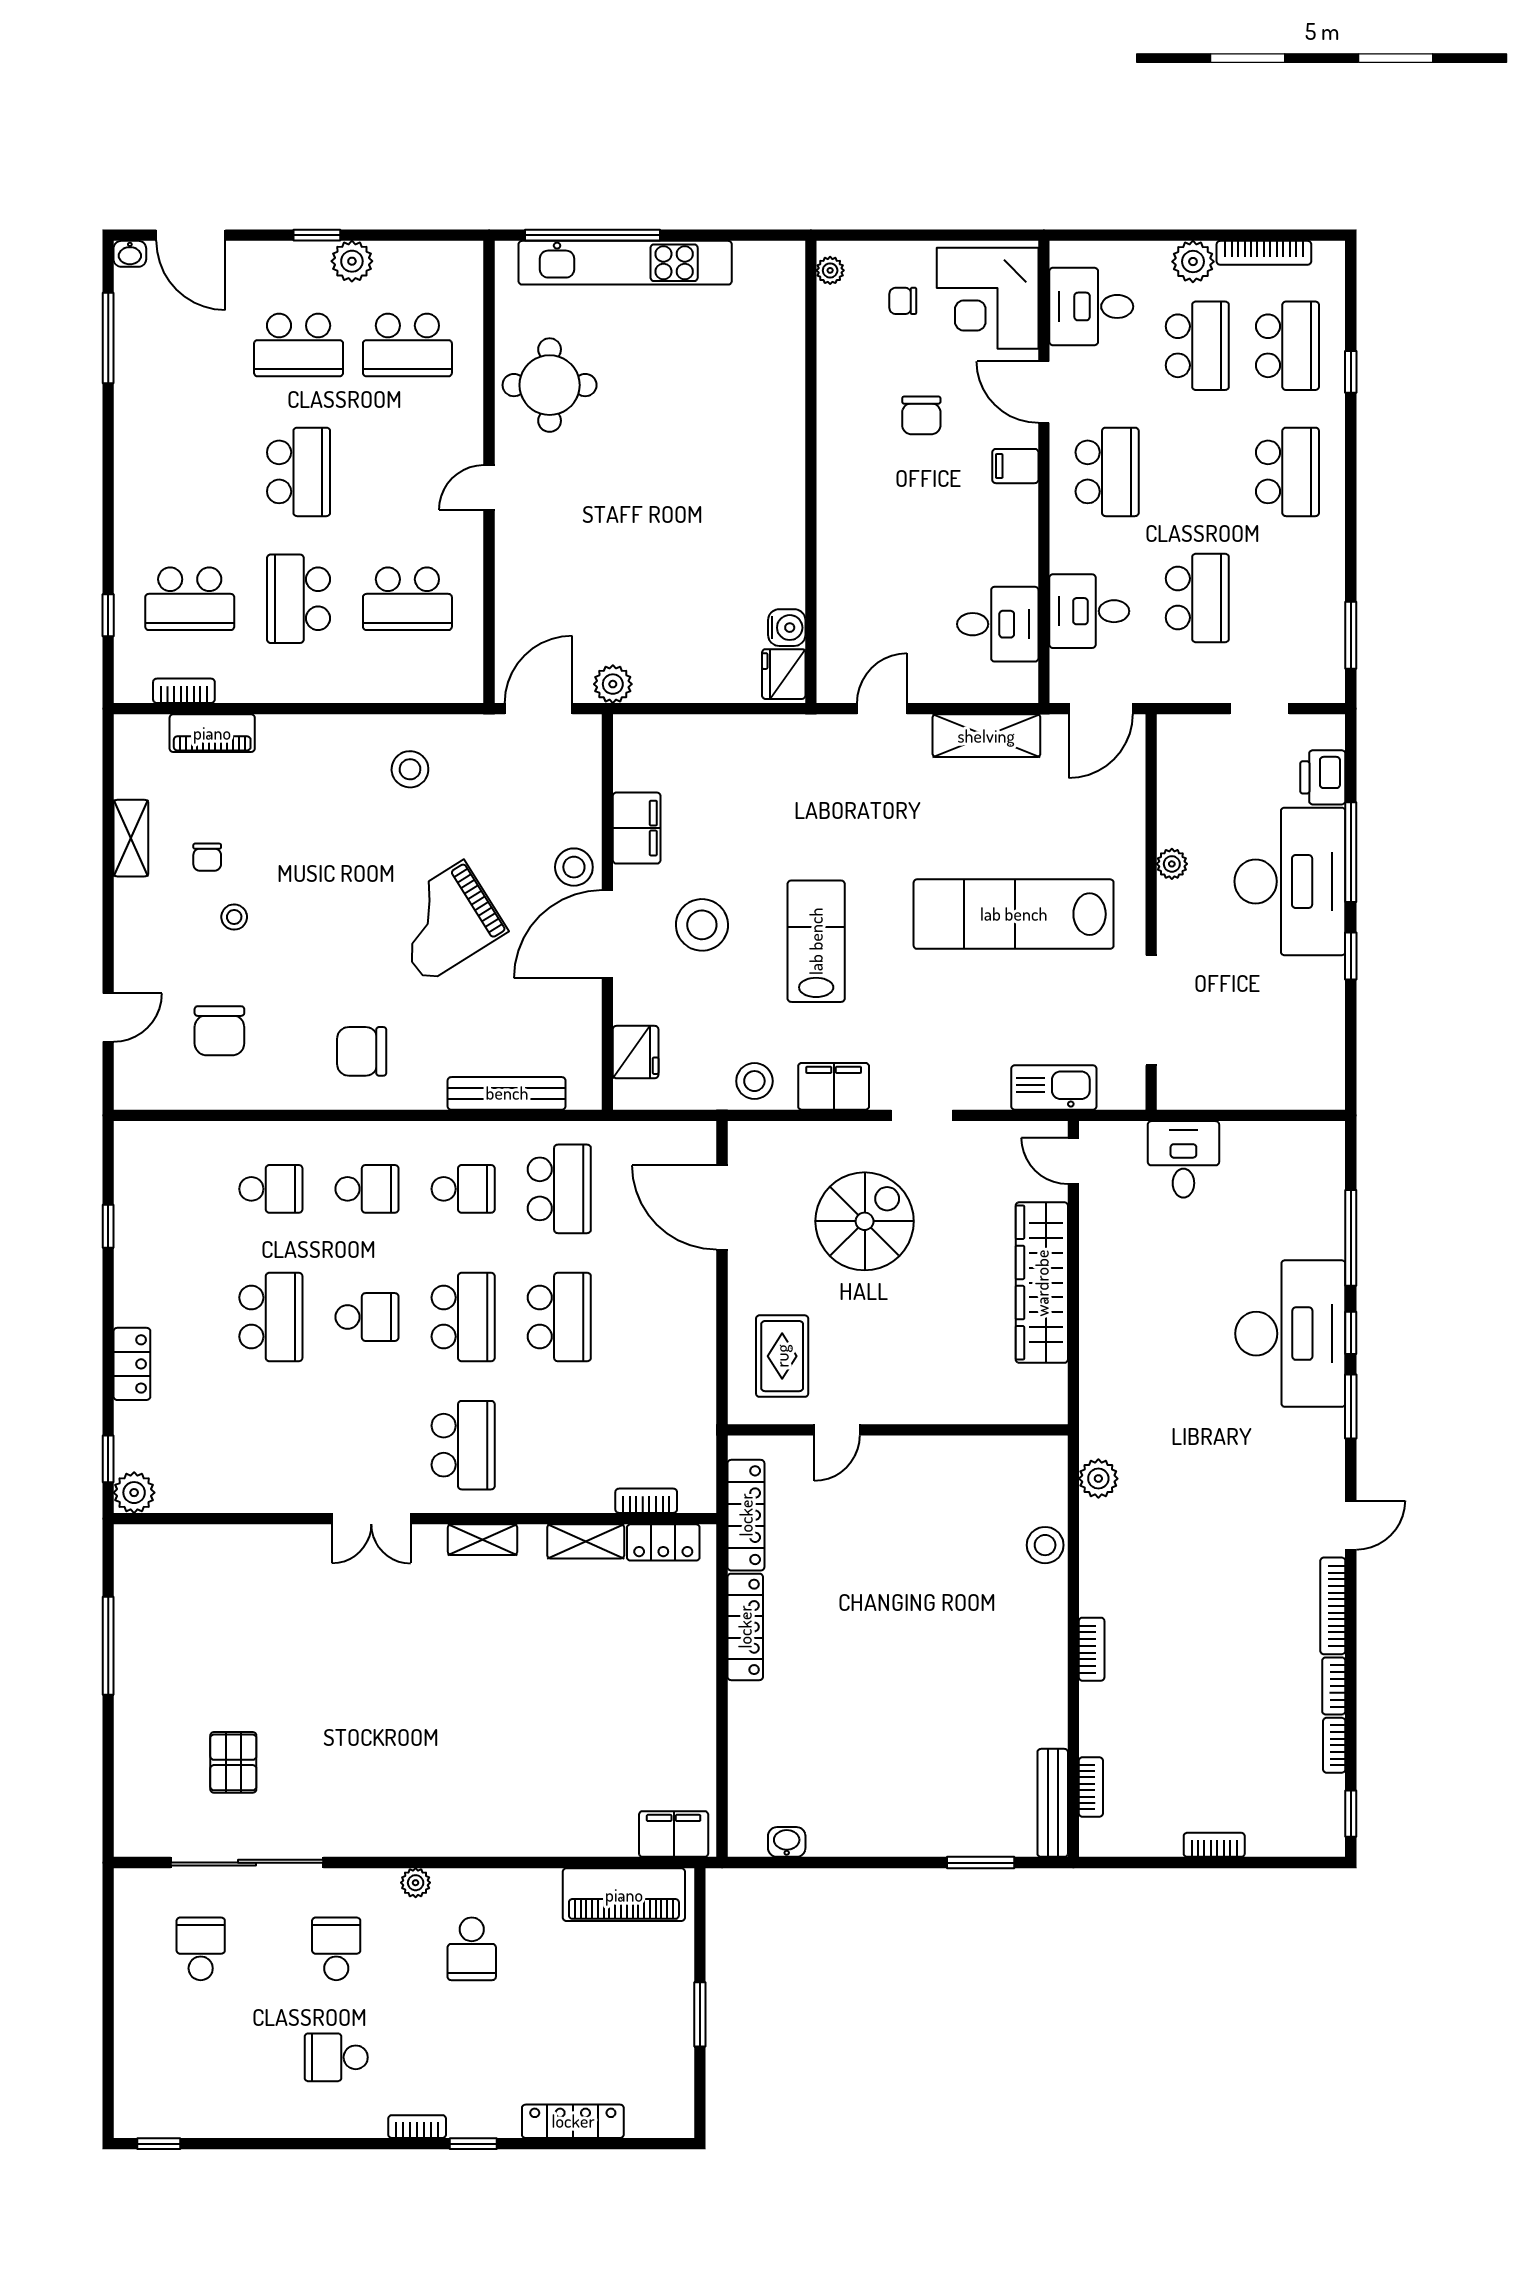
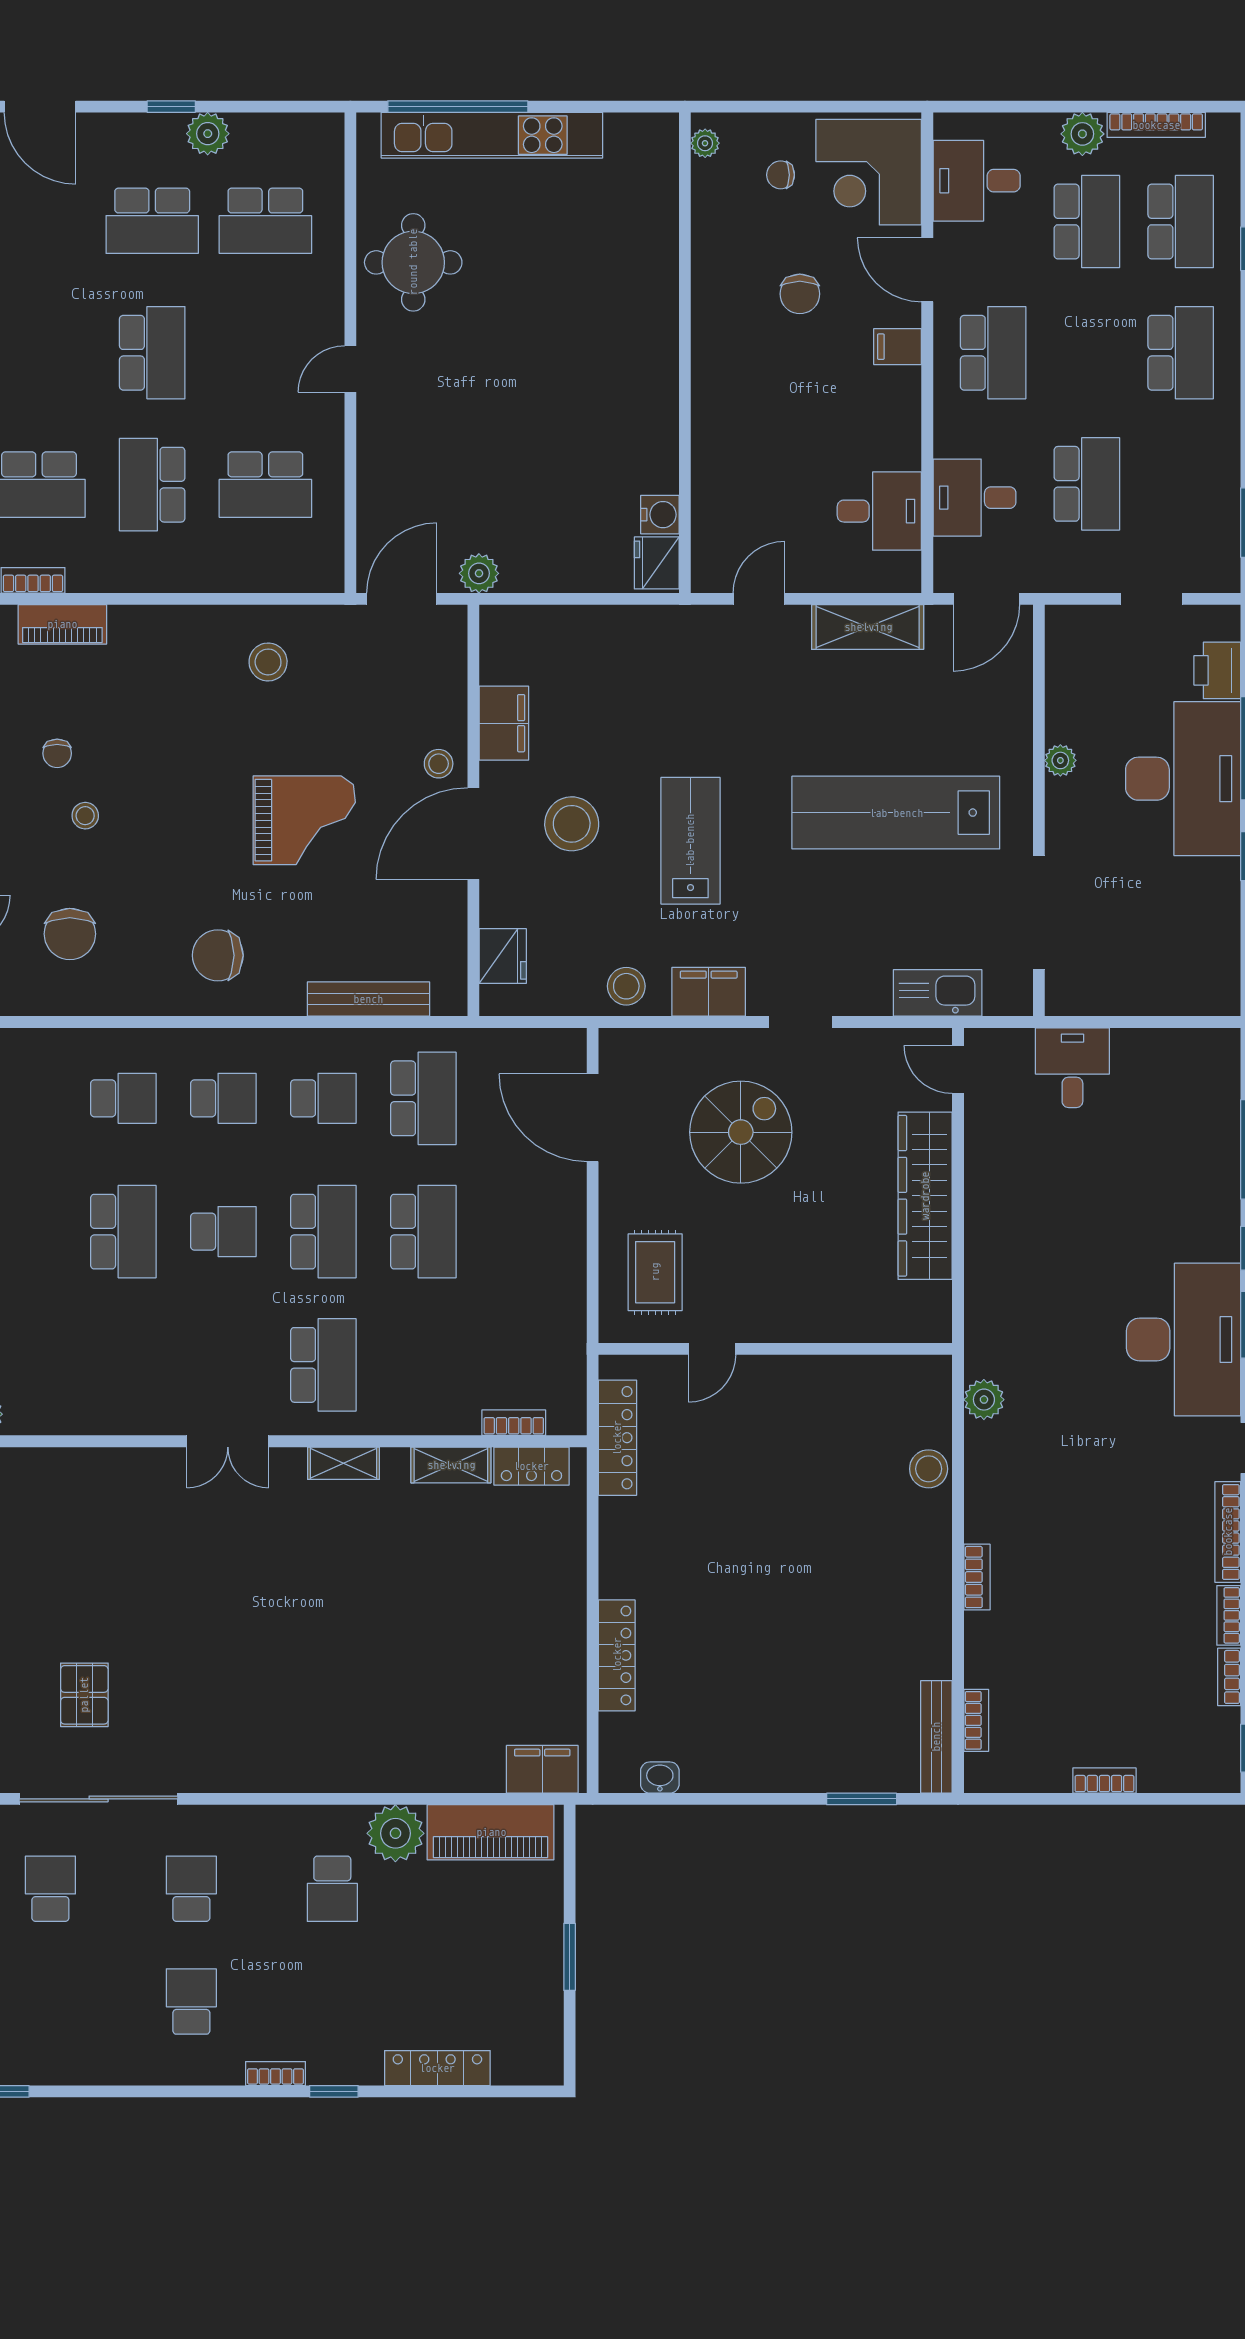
stool: (574, 867) -> (439, 764), width x0.73, depth x0.73
grand piano: (445, 921) -> (304, 820), turned -148
desk: (1290, 1334) -> (1184, 1339), moved
locker: (745, 1627) -> (617, 1655), moved
plant: (416, 1883) -> (395, 1833), moved, width x1.88, depth x1.88
school desk: (336, 2057) -> (191, 2002), turned 90

